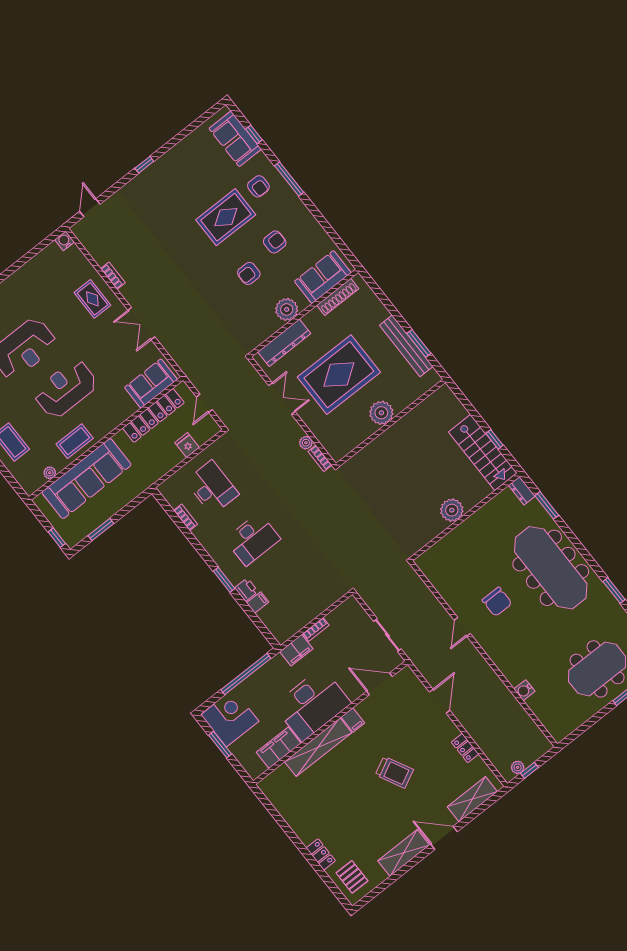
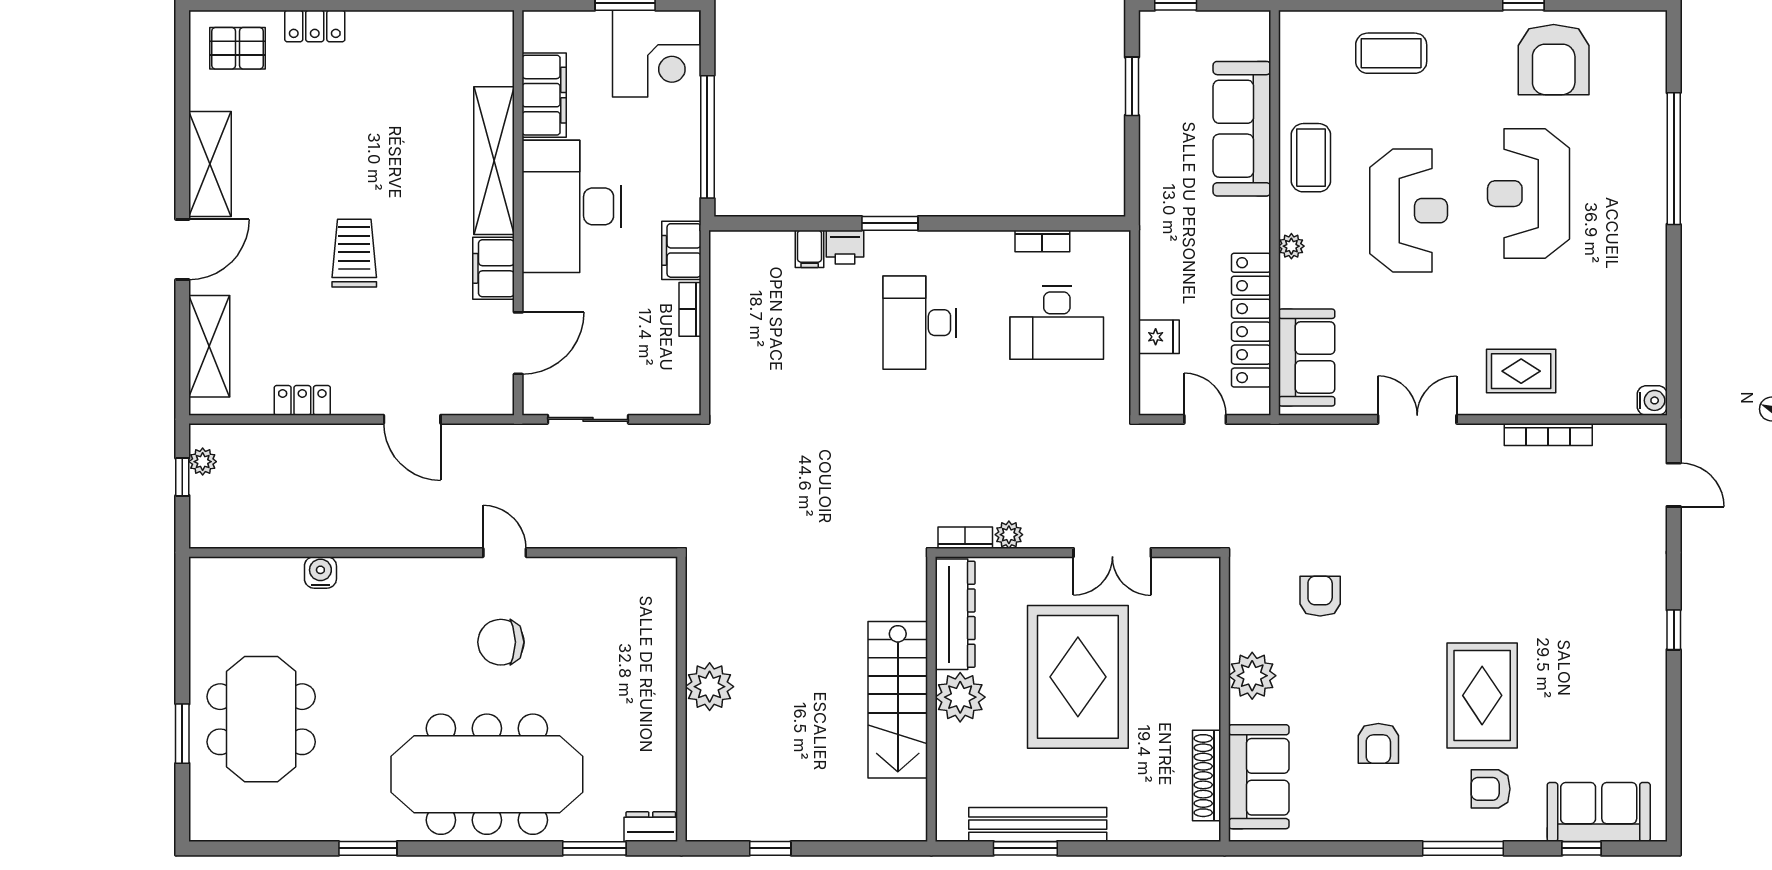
armchair: (249, 273) -> (1320, 596), moved
bookcase: (113, 276) -> (1548, 434), width x1.56
dresser: (284, 343) -> (955, 614), moved, turned 180
stairs: (483, 452) -> (898, 700), moved, turned -90
plant: (50, 473) -> (1291, 246), moved
sofa: (87, 479) -> (1242, 129), width x0.74, depth x0.79
filing cabinet: (353, 720) -> (493, 268), width x2.00
trolley: (394, 772) -> (354, 253), turned 117

